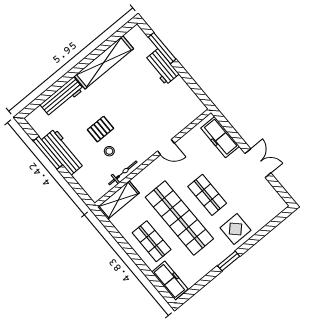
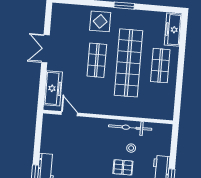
door: (166, 147) -> (69, 114), moved
bicycle: (123, 173) -> (130, 128), width x1.37, depth x1.40
shelving: (118, 200) -> (156, 112), removed

